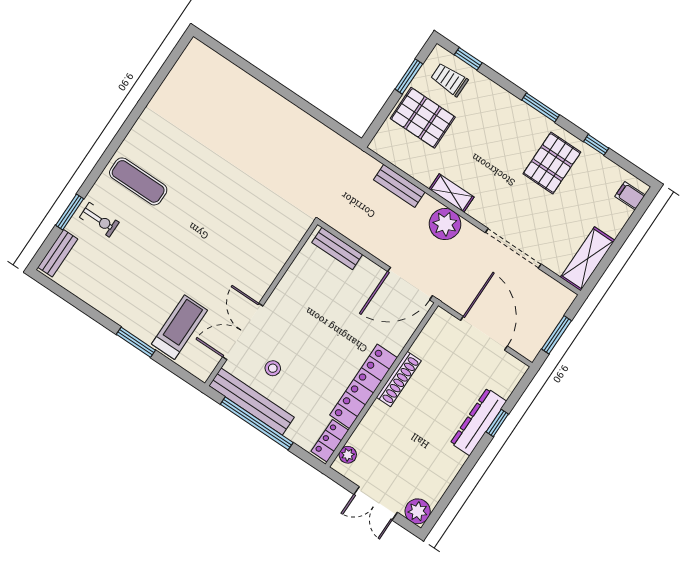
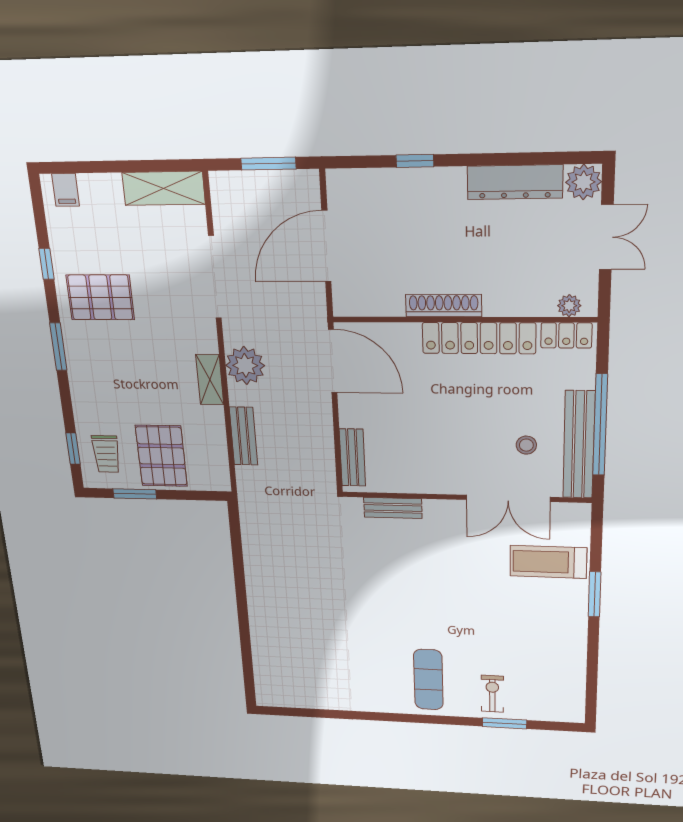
bench: (58, 253) -> (393, 508), moved
dresser: (478, 422) -> (515, 182), moved

